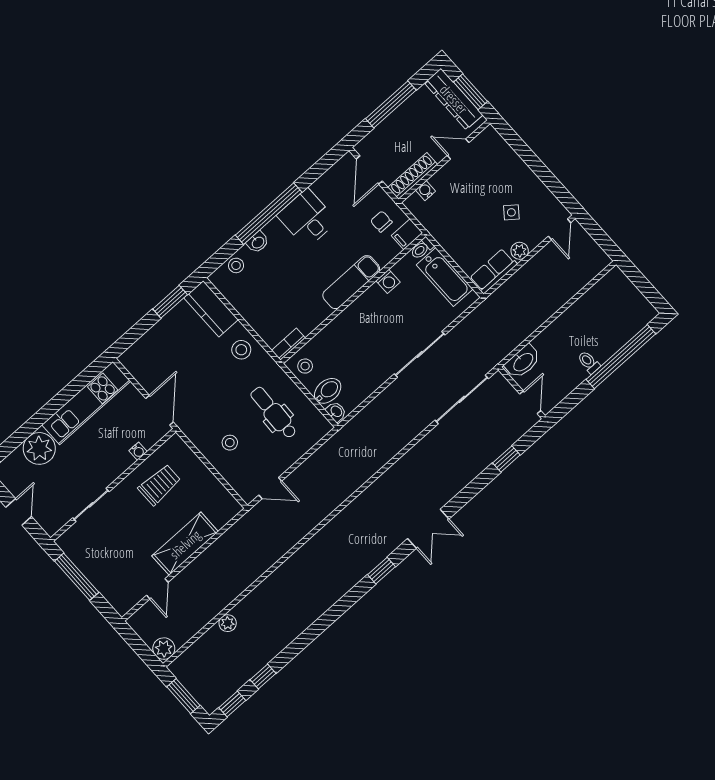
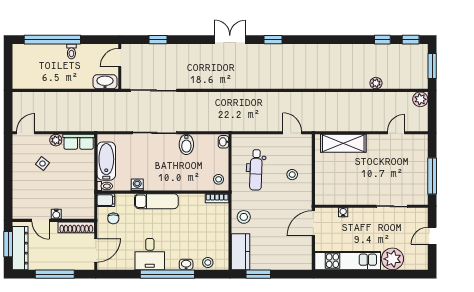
water cooler: (426, 191) -> (56, 214), moved
bidet: (328, 391) -> (186, 144), moved, turned -90
trolley: (160, 485) -> (347, 185), removed
shelving: (185, 544) -> (343, 143), moved

